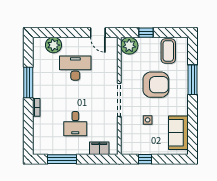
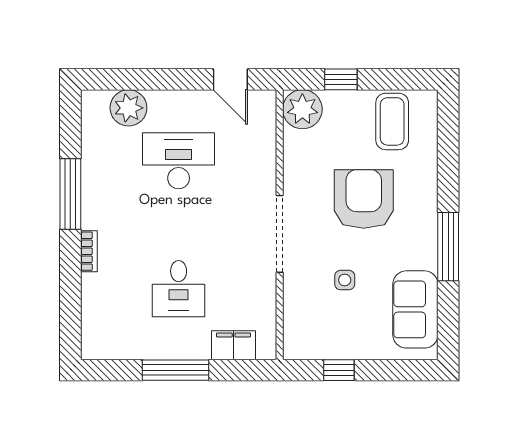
window: (193, 80) -> (448, 247), moved
armchair: (156, 85) -> (364, 199), turned -90
window: (62, 159) -> (175, 370), moved

